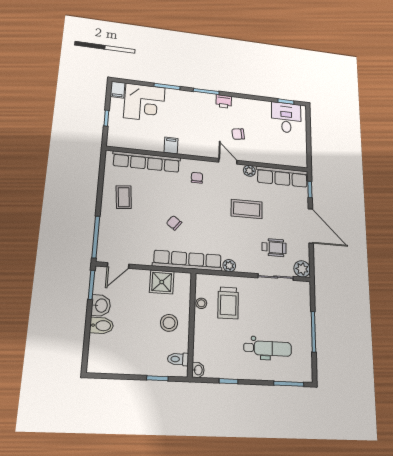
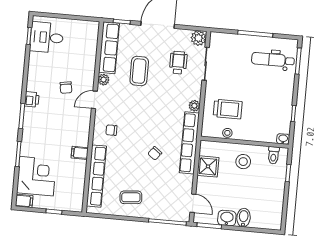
coffee table: (247, 209) -> (139, 71), moved
dental chair: (268, 348) -> (273, 60), moved, turned -90

